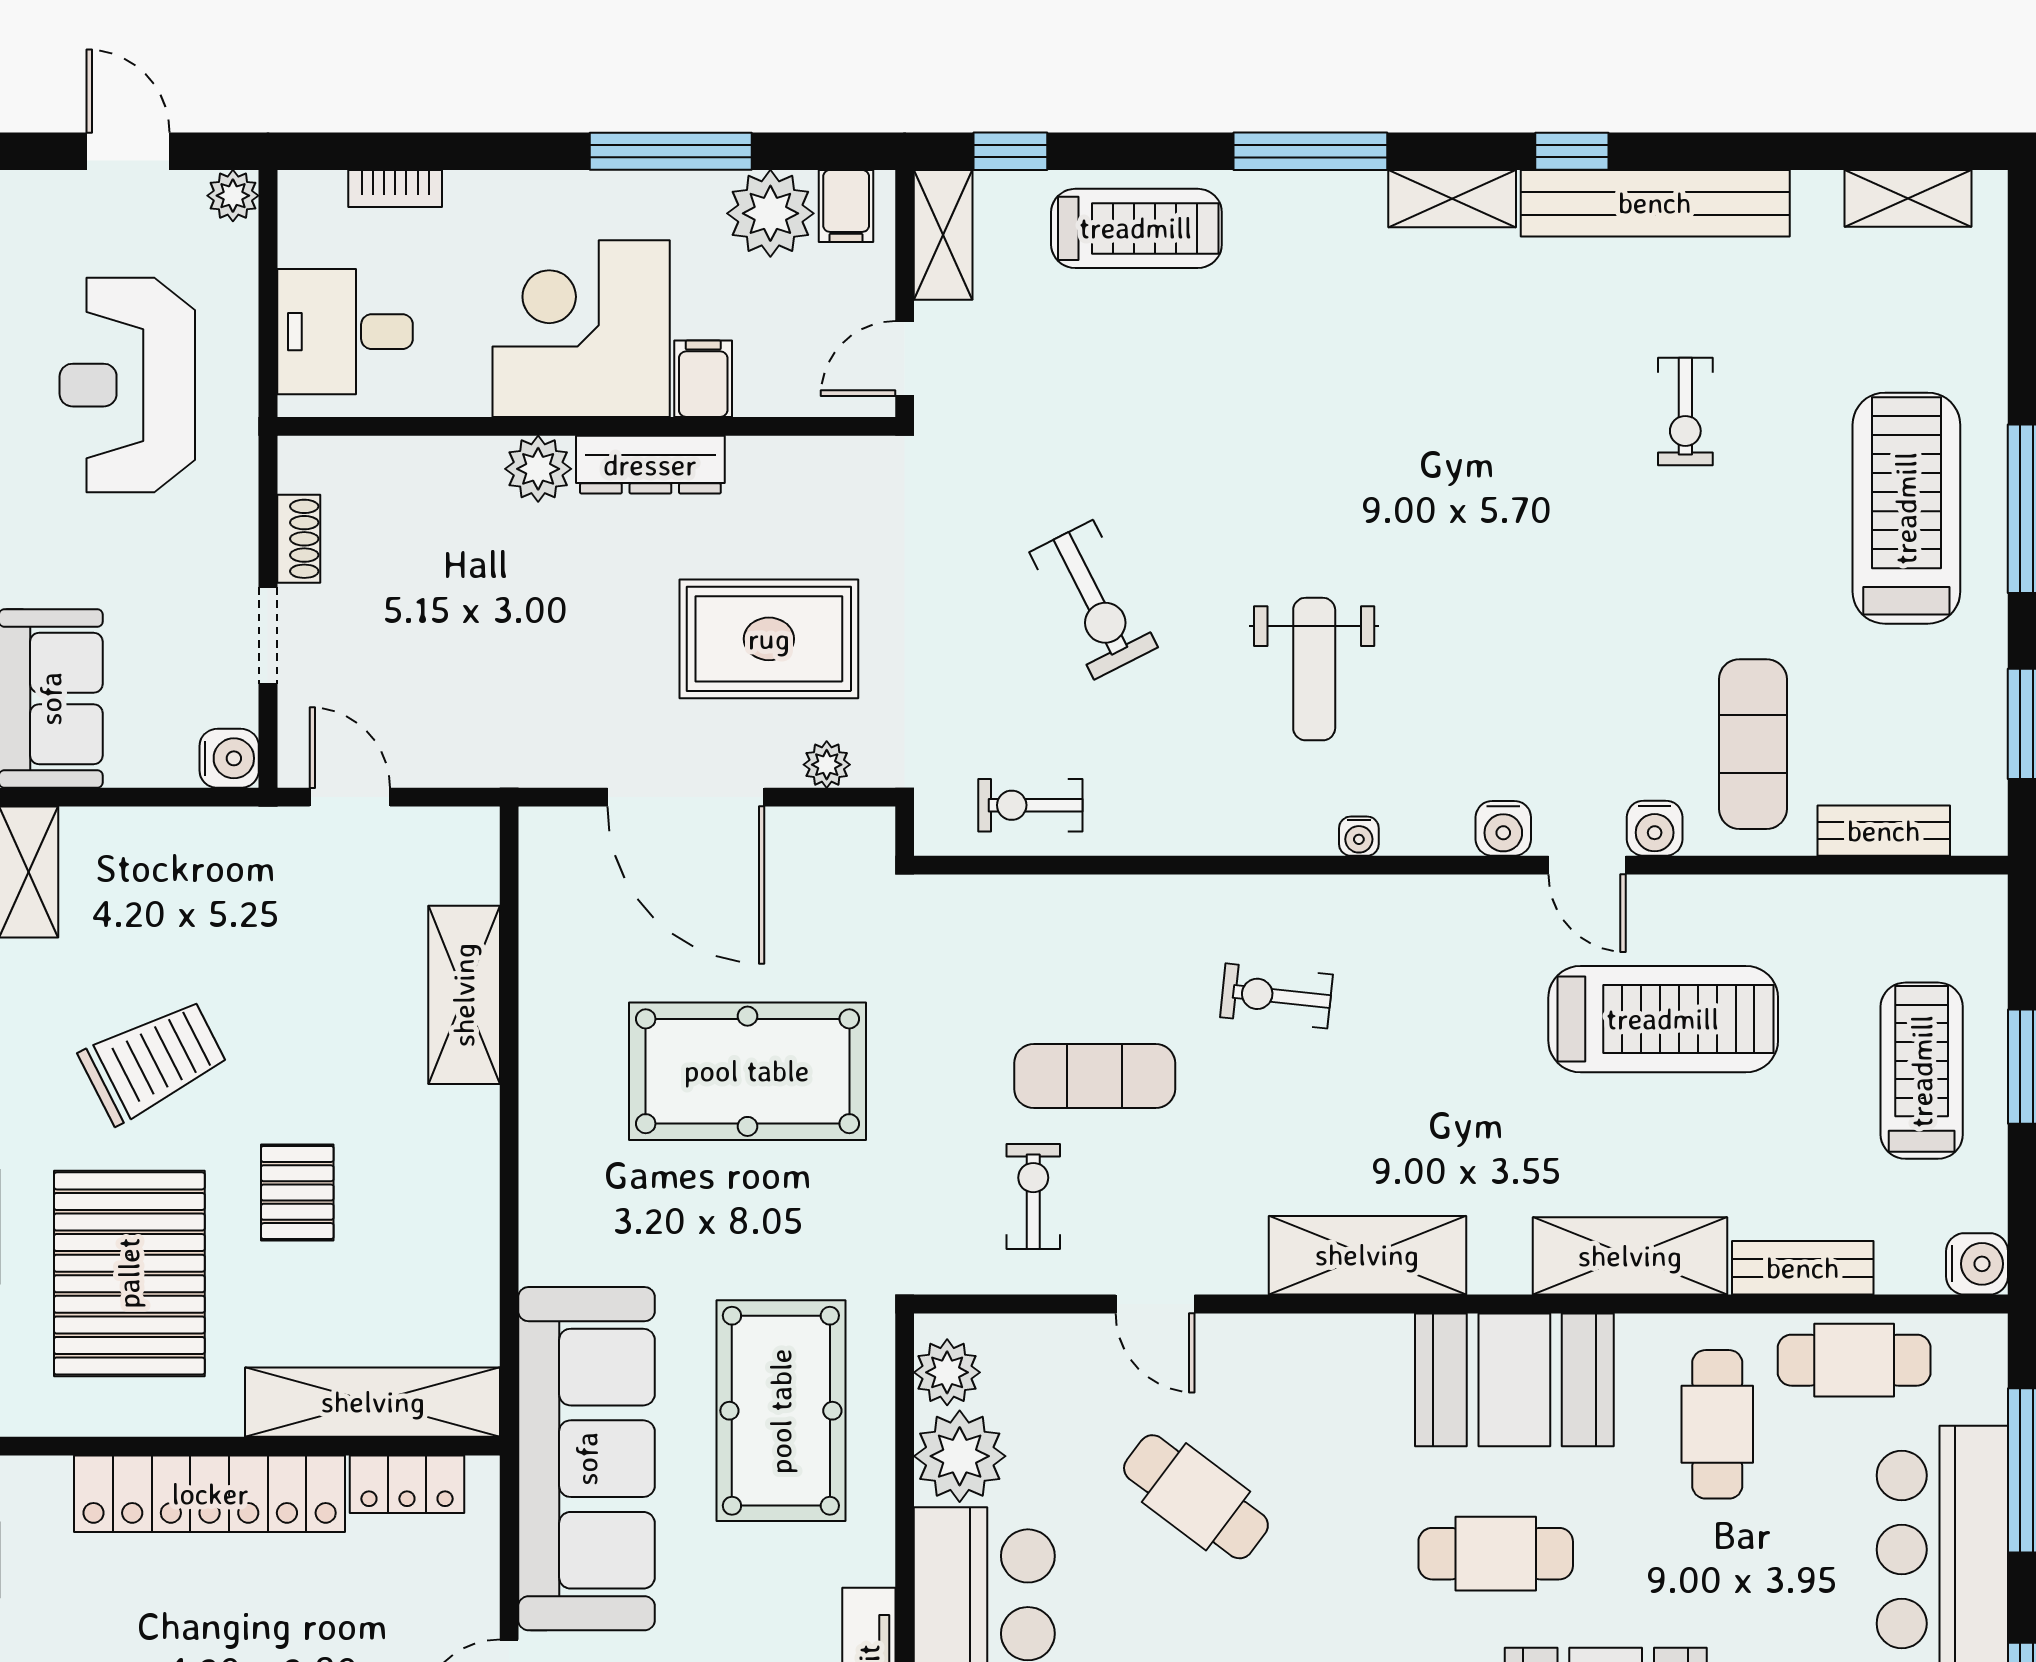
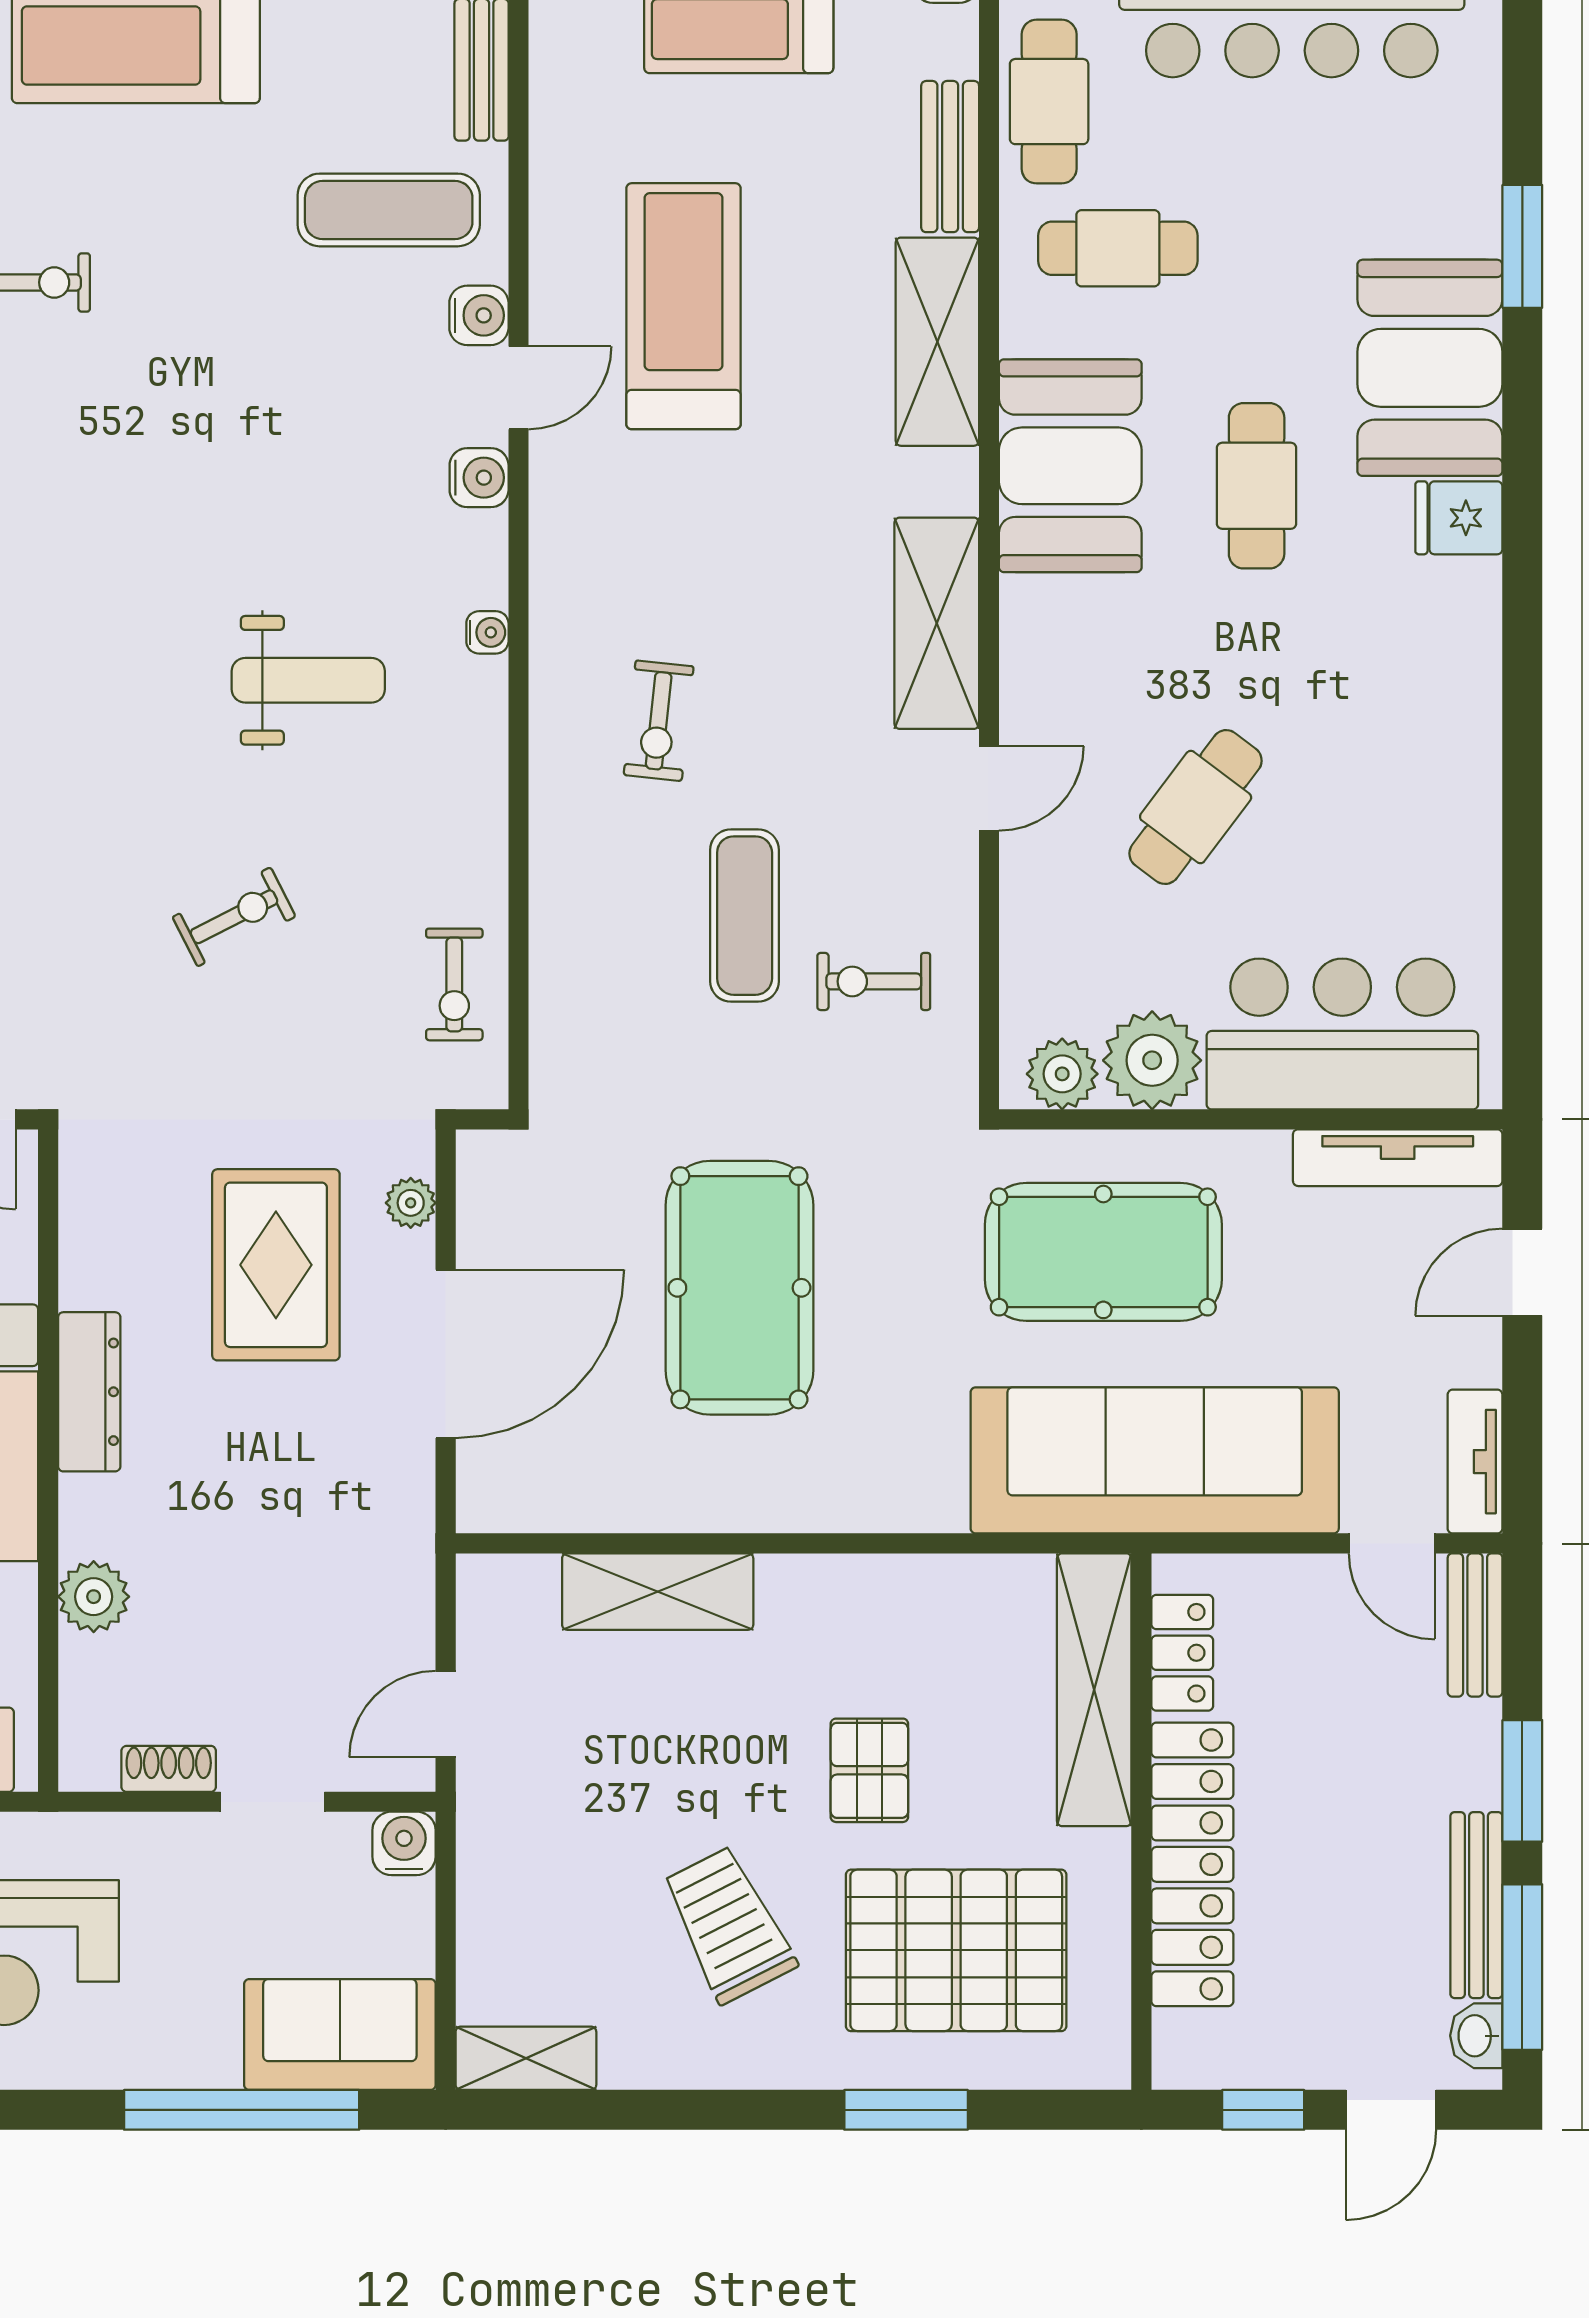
plant: (538, 469) -> (94, 1597), moved
exercise bike: (1094, 600) -> (234, 917), width x0.73, depth x0.72
pallet: (297, 1193) -> (869, 1770), turned 90
door: (1155, 1304) -> (989, 788), moved

